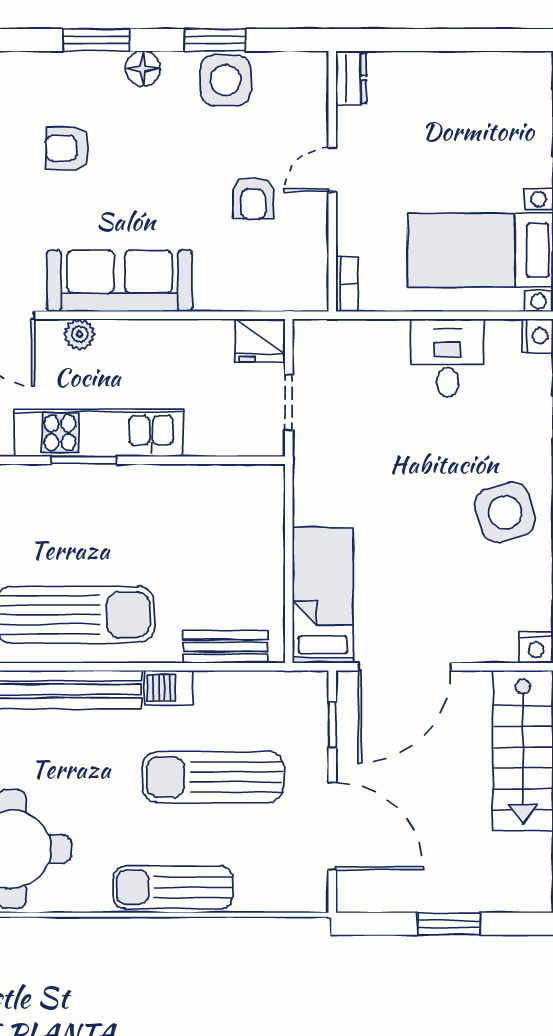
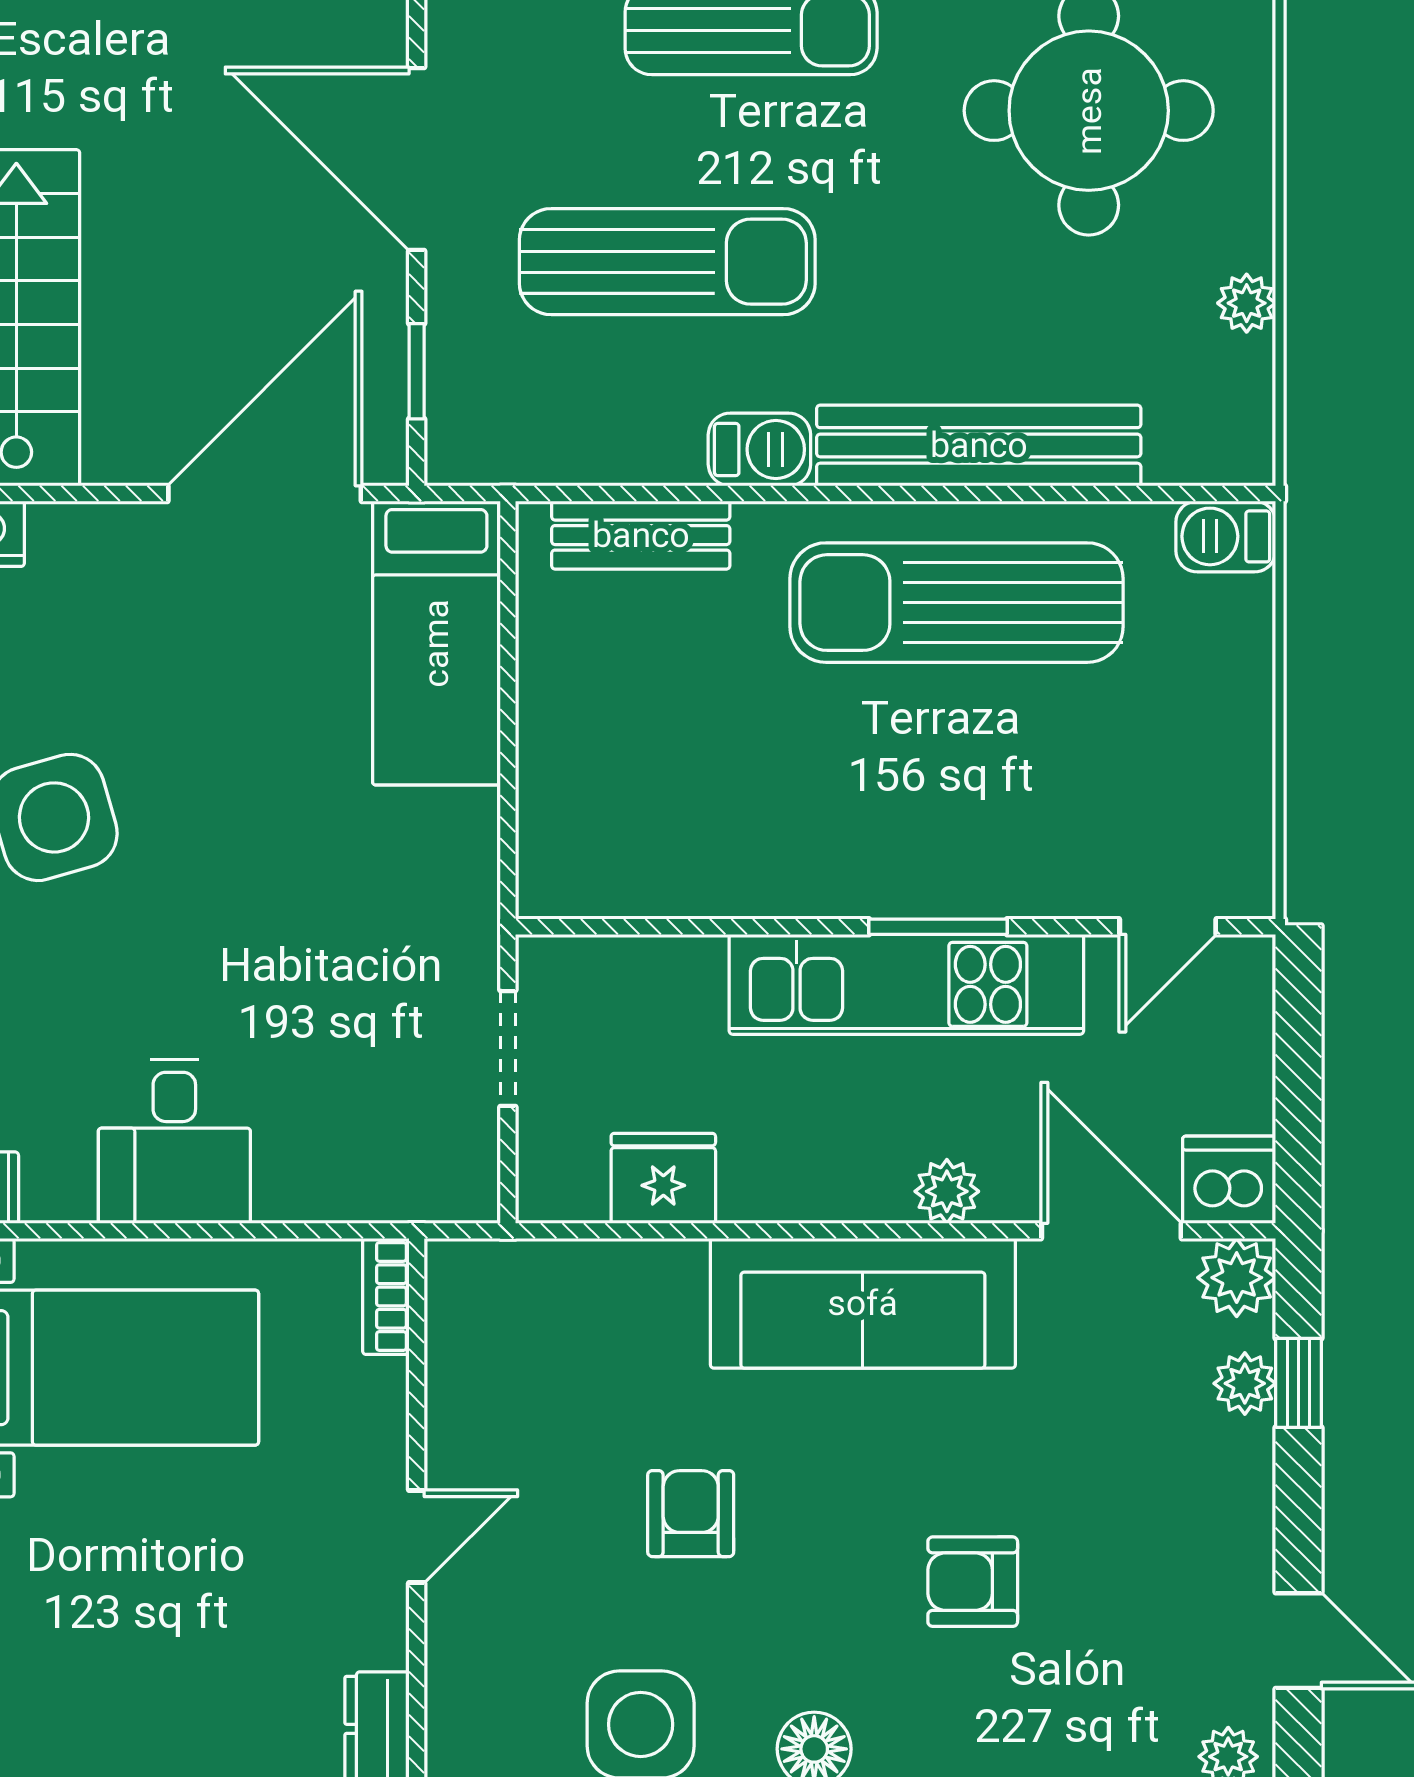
armchair: (67, 148) -> (973, 1582), turned 180
armchair: (253, 198) -> (691, 1514), moved
fridge: (260, 340) -> (663, 1178), moved

